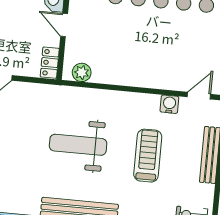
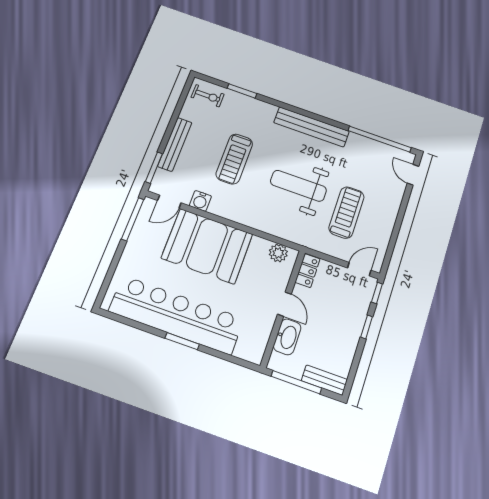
booth: (151, 62) -> (207, 246), added
treadmill: (25, 130) -> (347, 212), added
weight bench: (78, 145) -> (298, 186), turned 180

